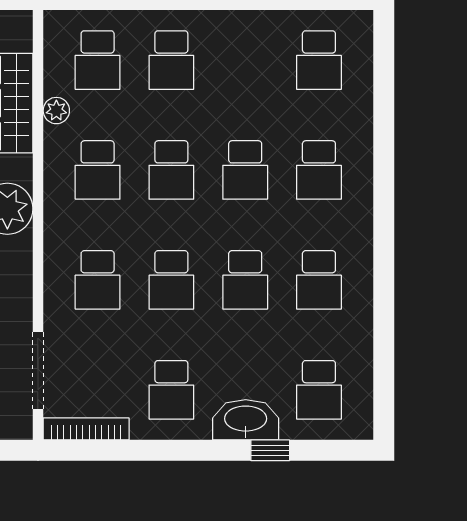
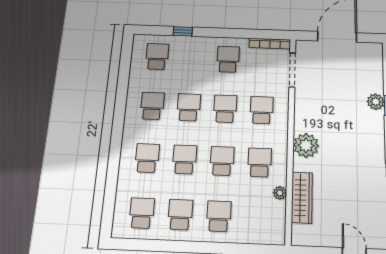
school desk: (98, 60) -> (180, 215), moved
washbasin: (246, 420) -> (193, 45), removed

